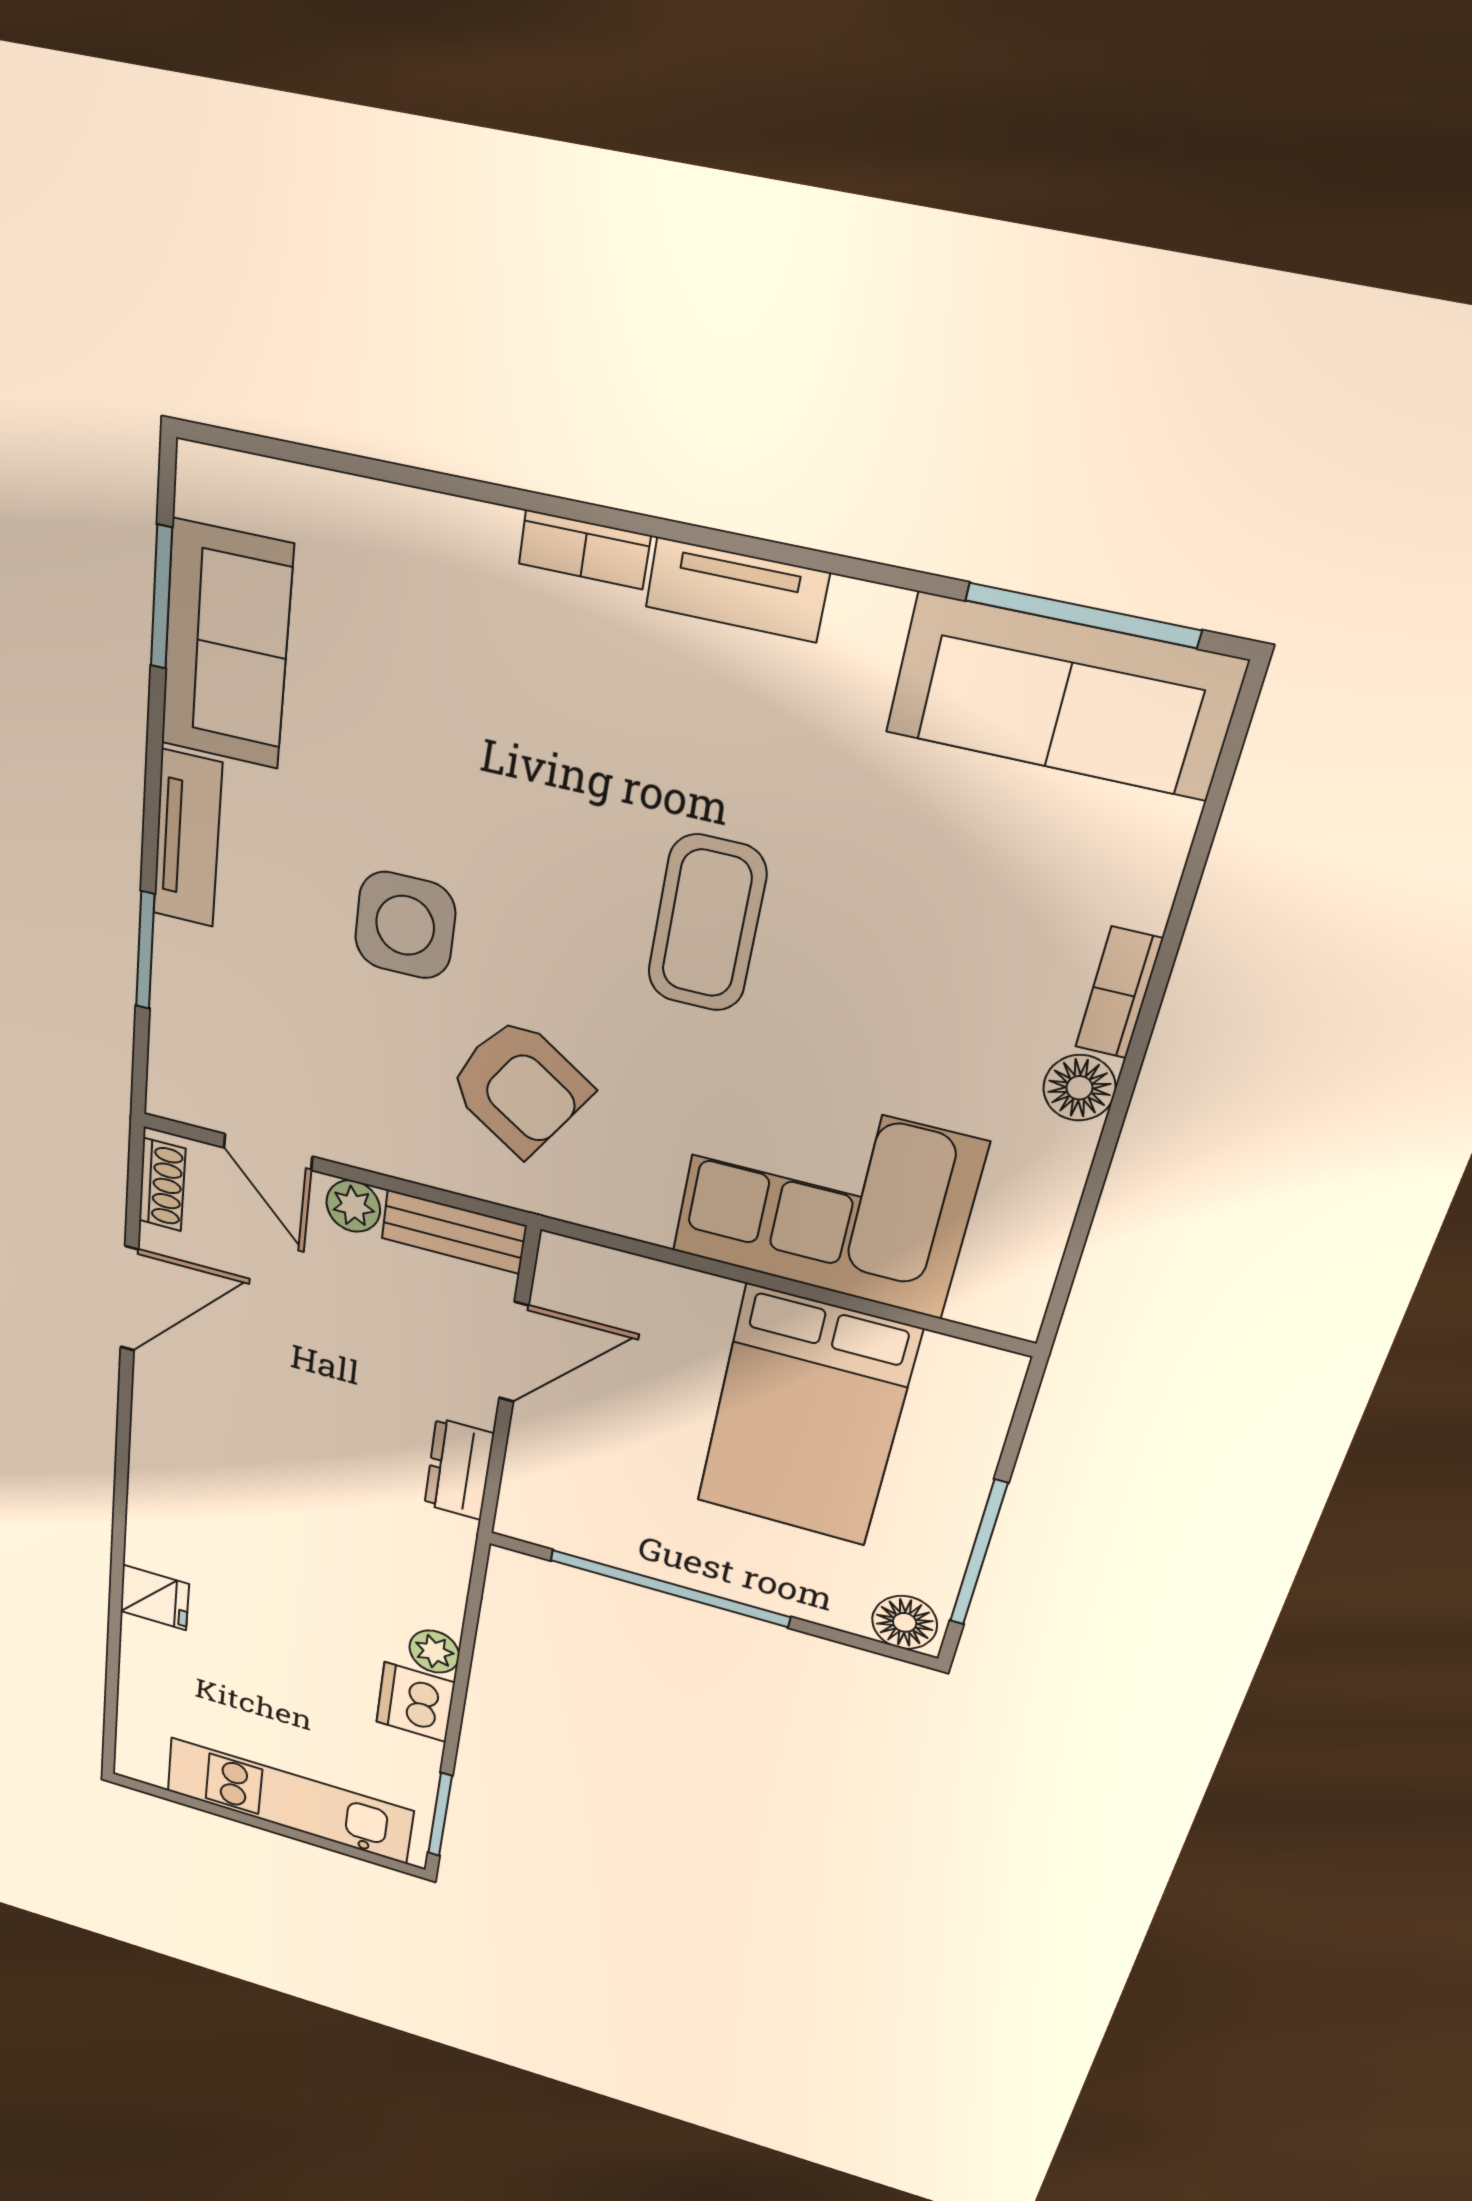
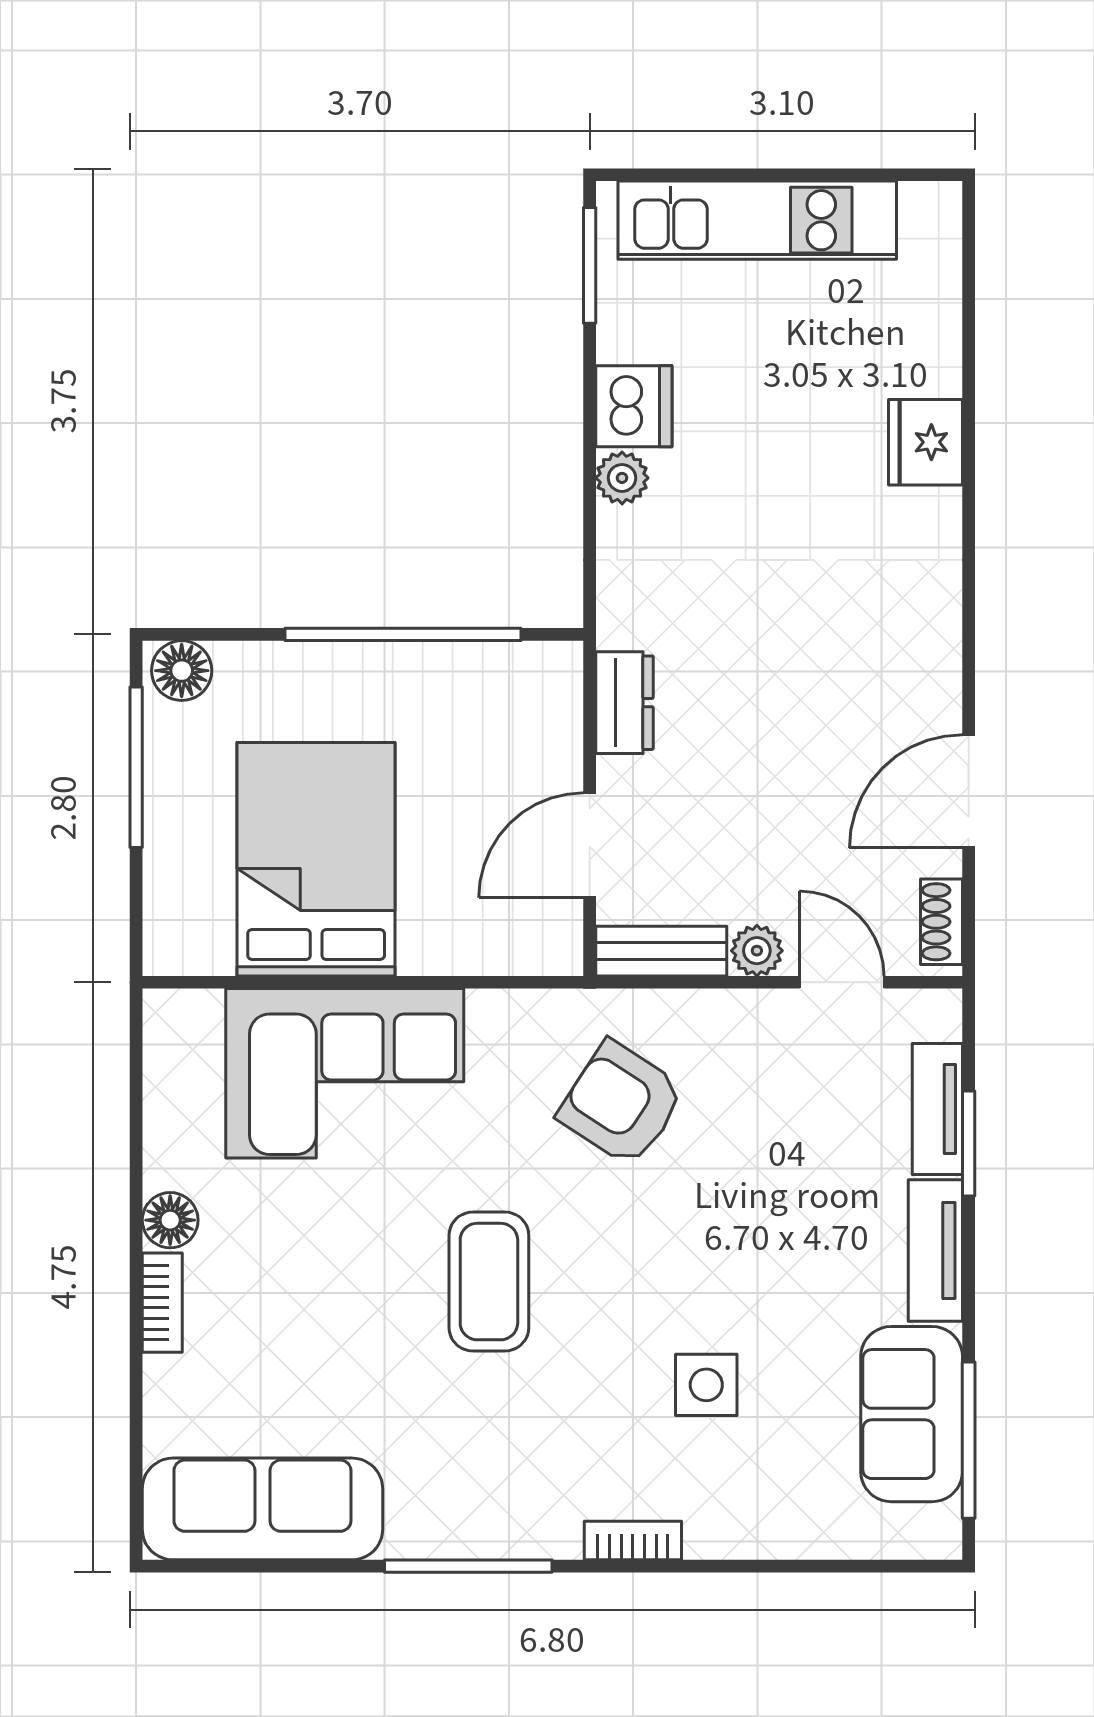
tv unit: (737, 590) -> (937, 1109), moved, turned -90
window: (161, 597) -> (969, 1440), width x1.44
window: (1083, 615) -> (468, 1566), moved
side table: (405, 925) -> (706, 1385), moved, width x0.73, depth x0.73
fridge: (155, 1598) -> (925, 442), width x1.38

